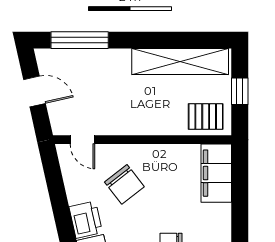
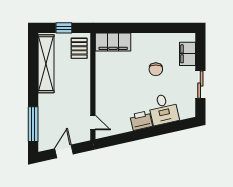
door: (82, 140) -> (93, 123), hinge flipped
chair: (124, 184) -> (120, 97), removed

